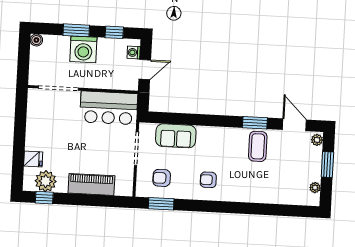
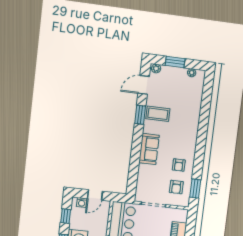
door: (145, 69) -> (95, 195), swing flipped
sofa: (176, 136) -> (149, 149), moved
armchair: (208, 180) -> (179, 165), moved

